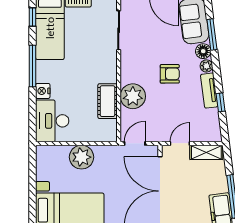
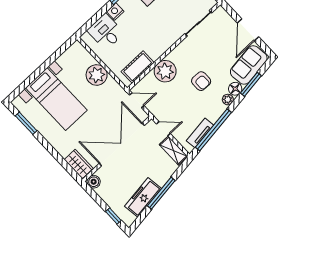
tv unit: (209, 91) -> (200, 133), moved
cot: (108, 101) -> (138, 67), moved
window: (221, 102) -> (213, 130), width x3.17
desk: (52, 121) -> (106, 32), width x0.73

